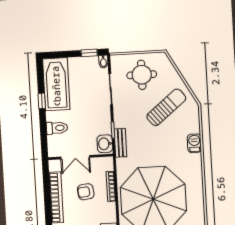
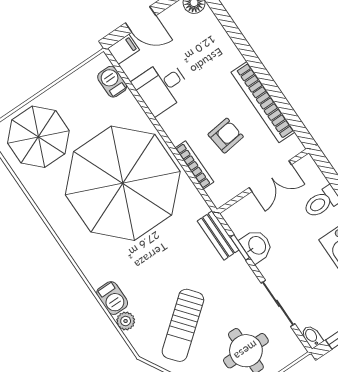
plant: (195, 127) -> (126, 321), added
washbasin: (105, 144) -> (257, 246), moved
double door: (75, 157) -> (270, 176), swing flipped

